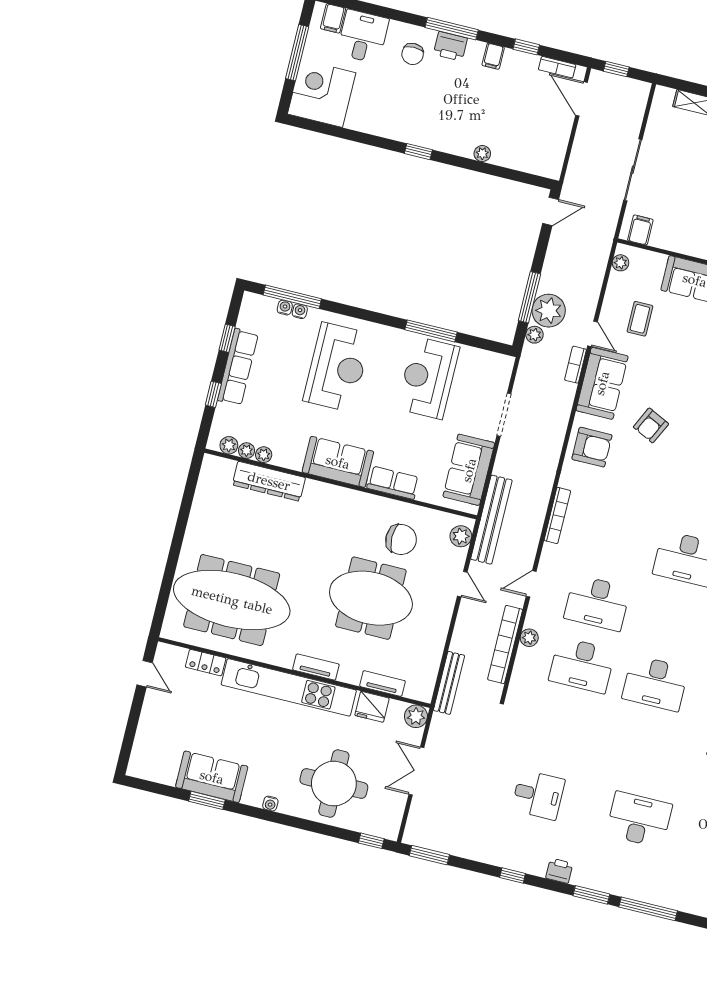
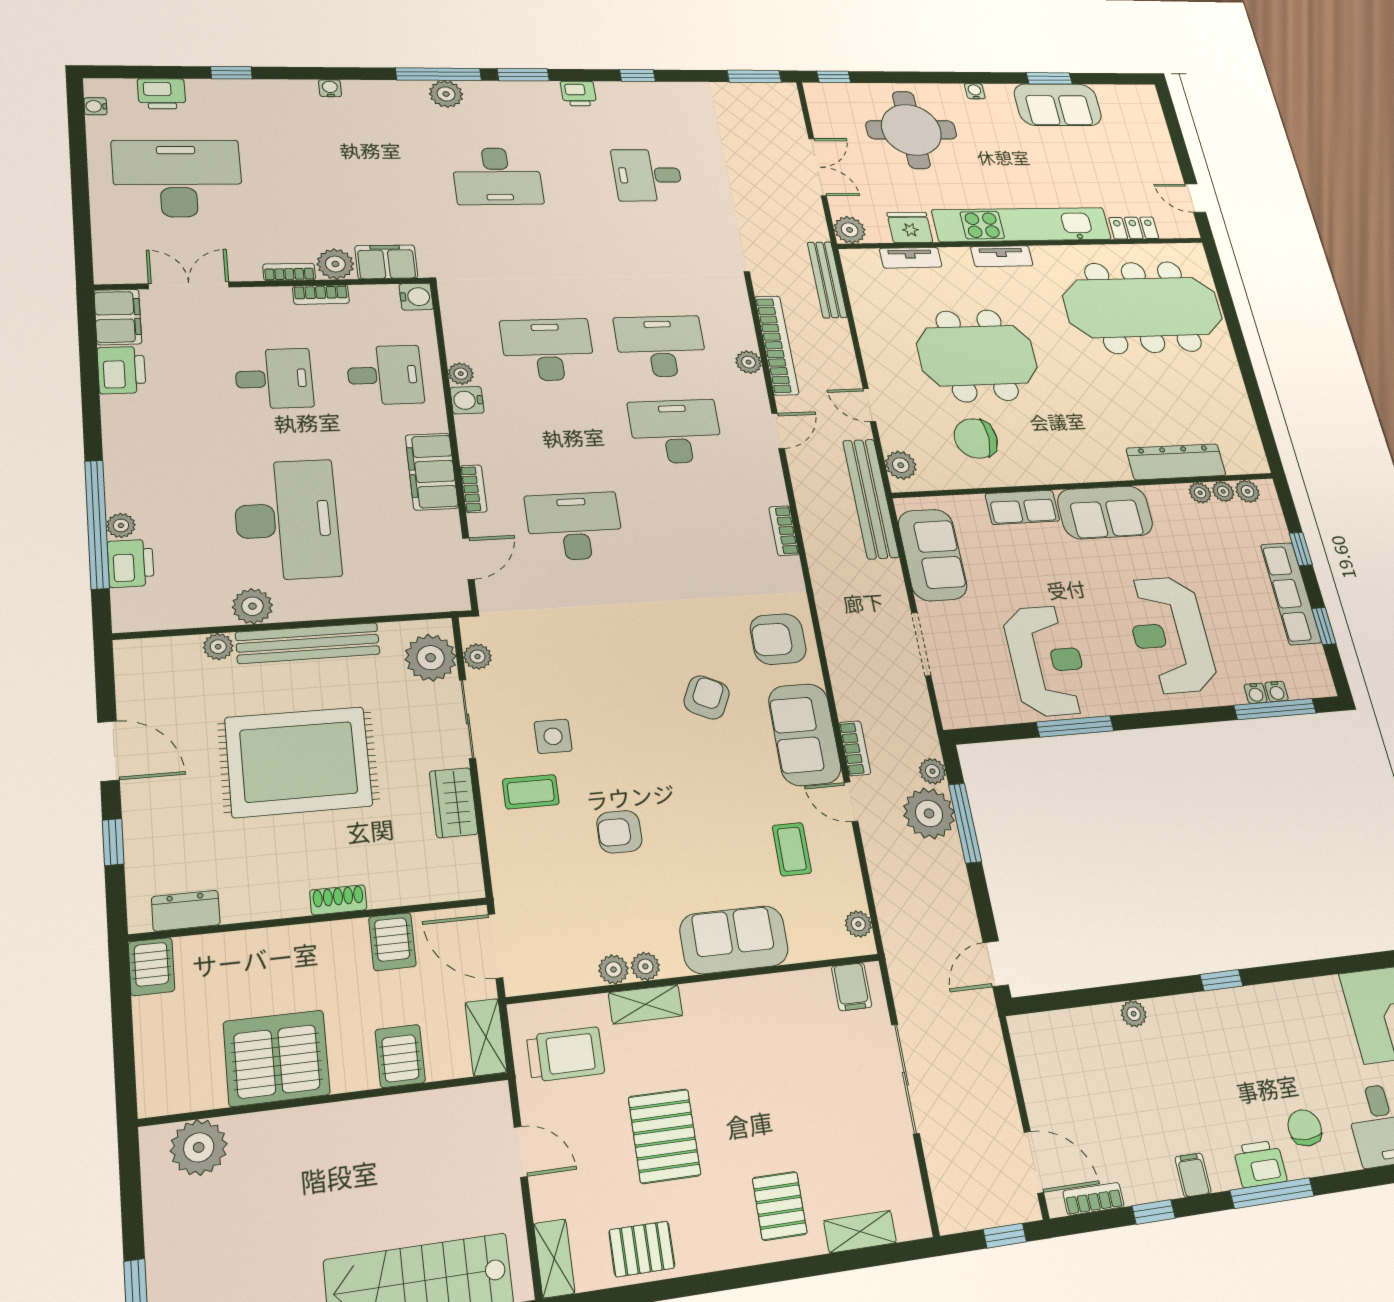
bookcase: (557, 516) -> (784, 531), width x0.64
plant: (649, 892) -> (446, 94), added

